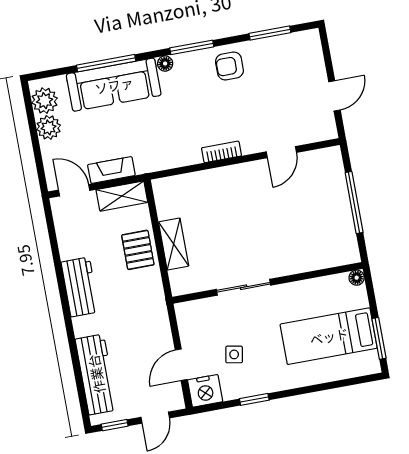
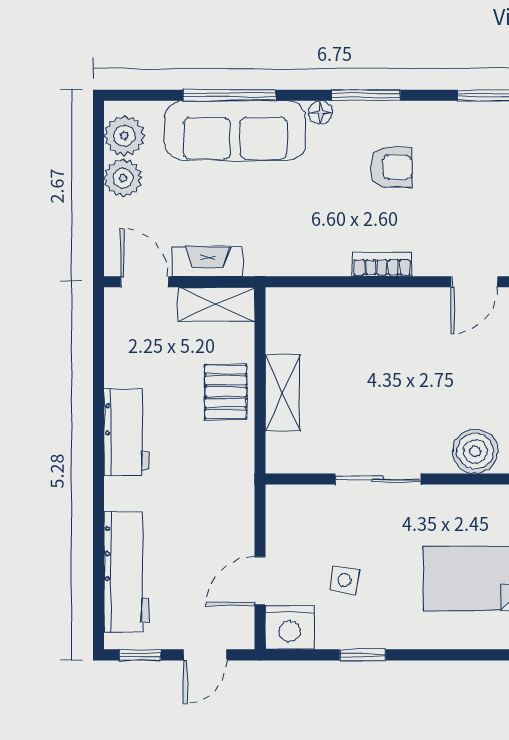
armchair: (229, 66) -> (391, 167), moved, turned 180
boiler: (301, 259) -> (475, 451), added

